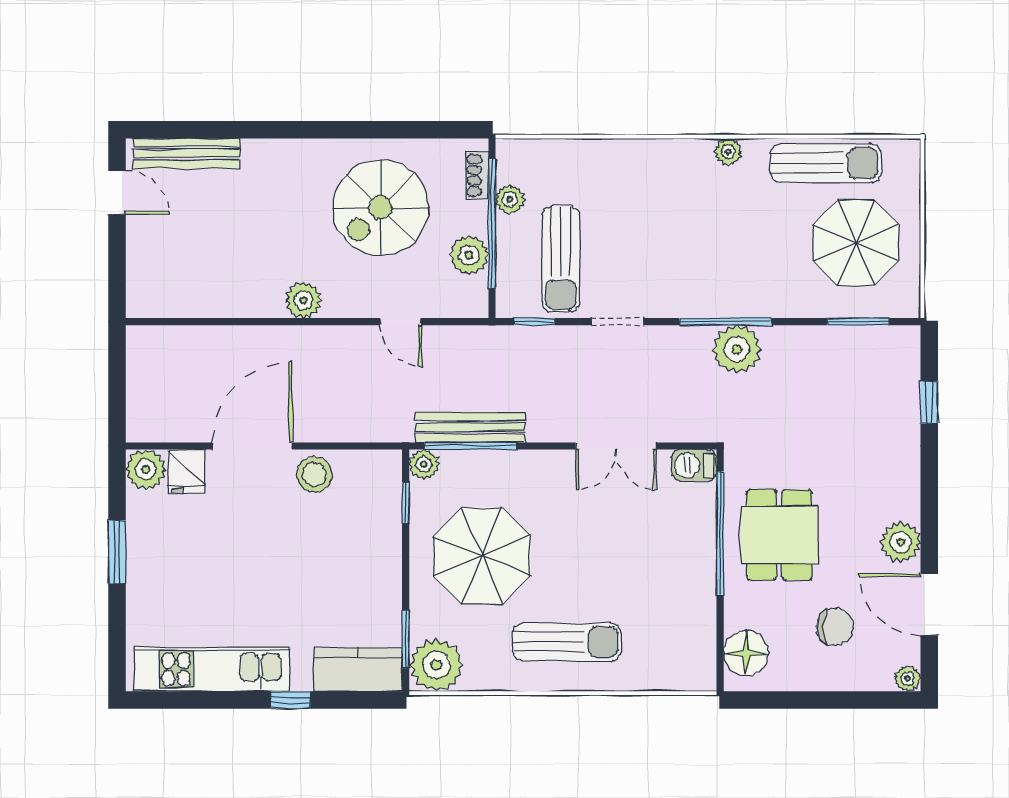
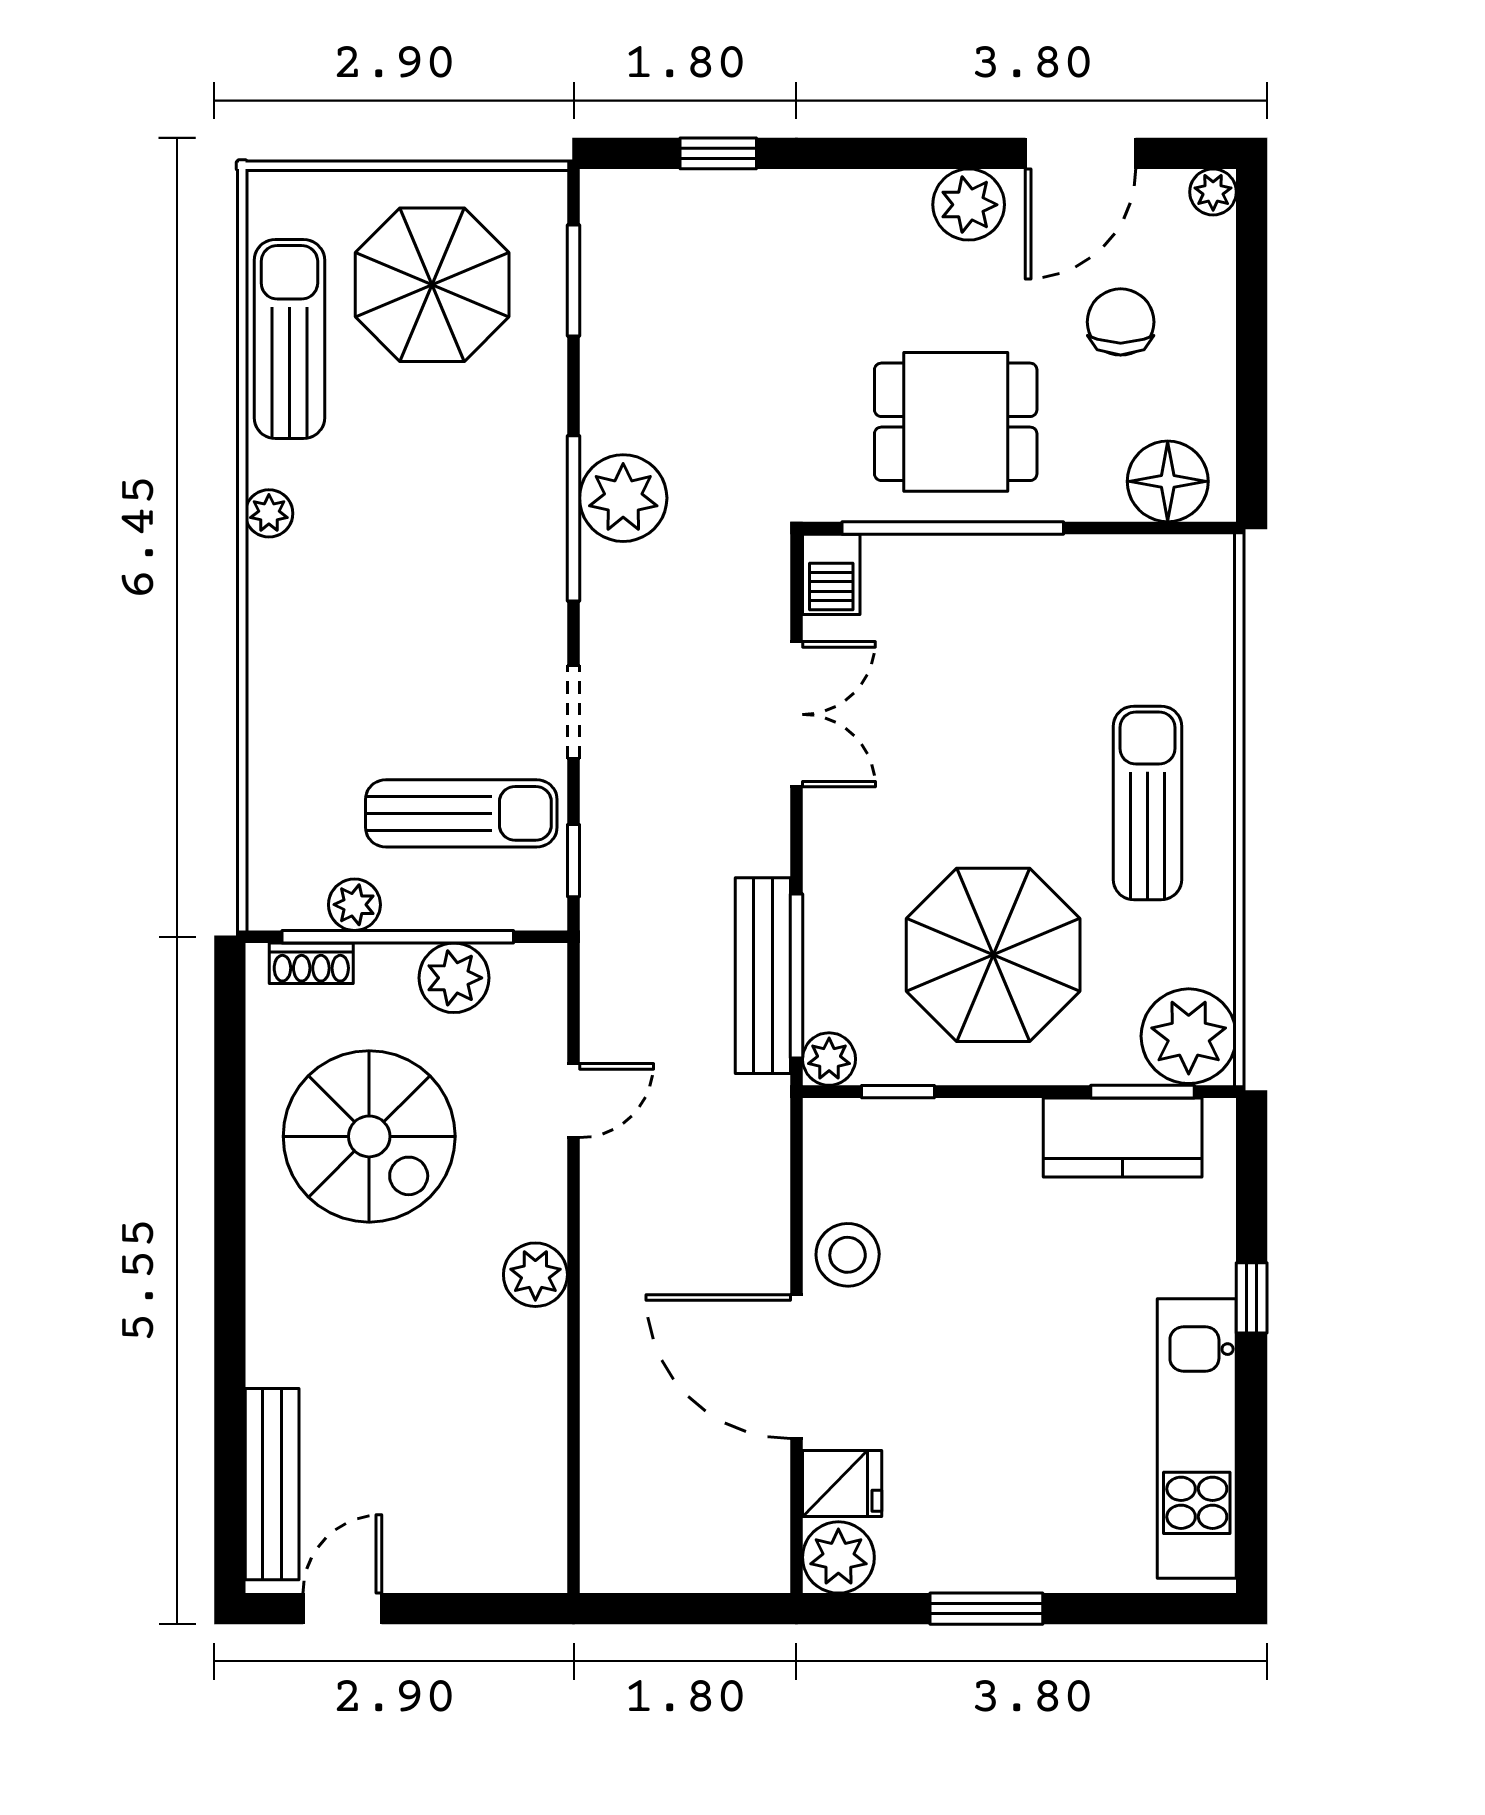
kitchen counter: (358, 669) -> (1123, 1137), moved, turned -90

